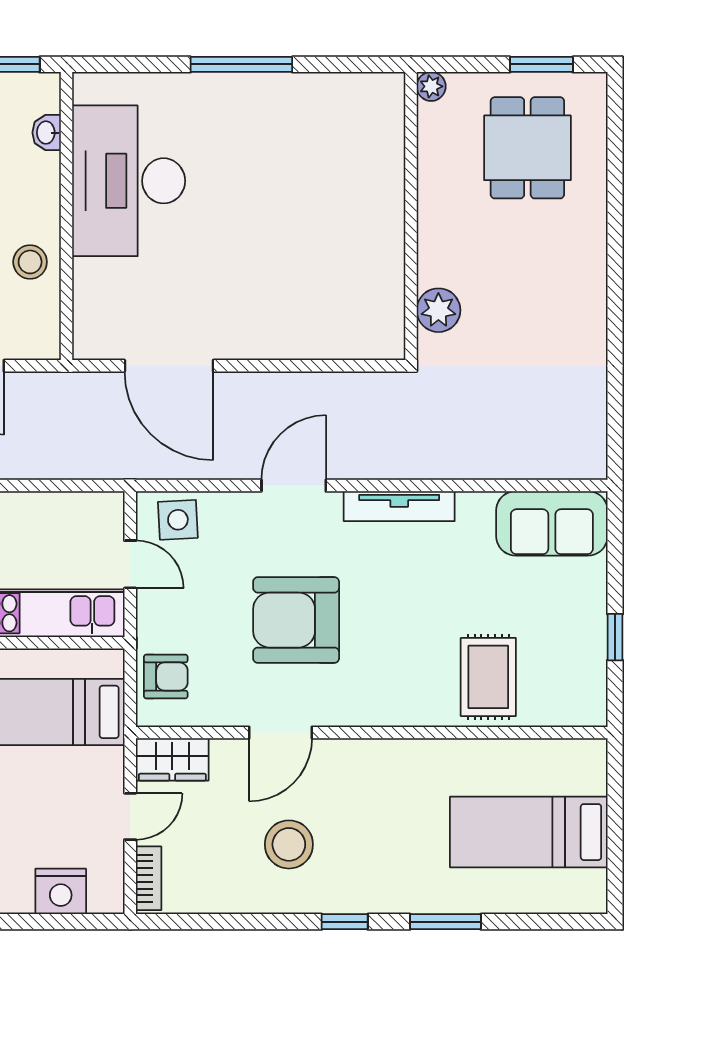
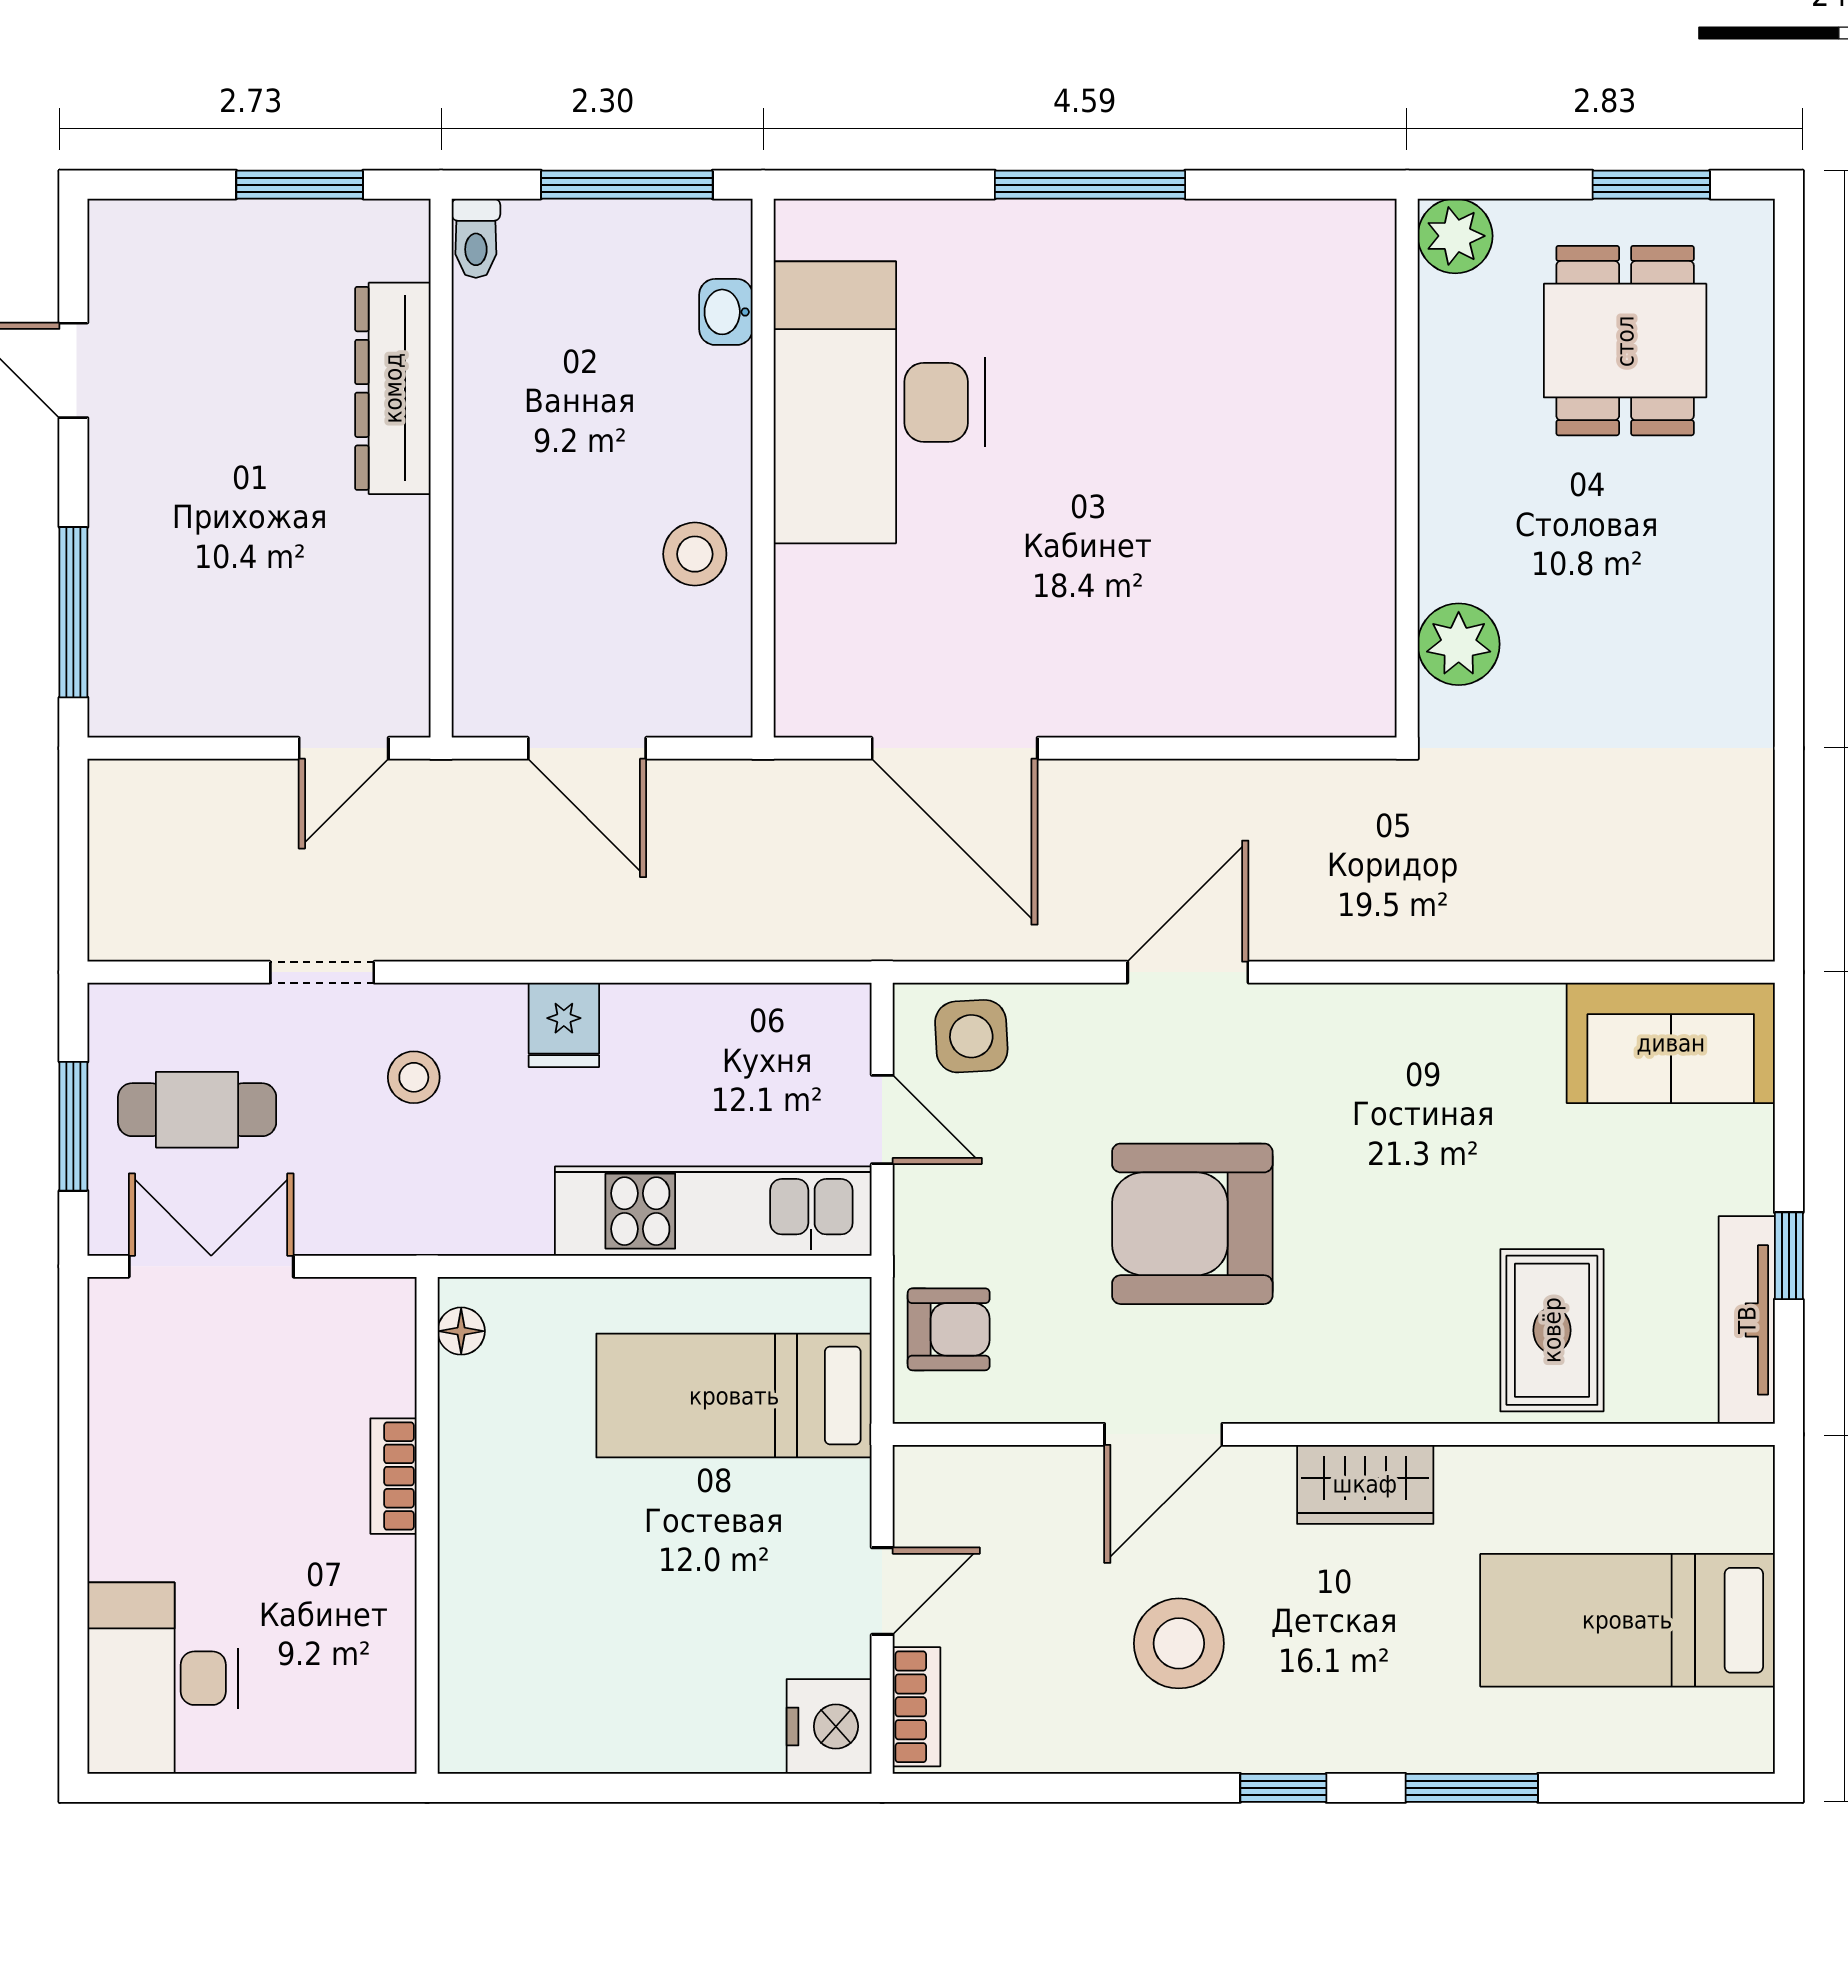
plant: (431, 86) -> (1455, 236), width x1.38, depth x1.38
tv unit: (399, 506) -> (1747, 1320), moved, turned 90
wardrobe: (172, 759) -> (1365, 1484), moved
nightstand: (61, 891) -> (829, 1726), moved, turned -90

